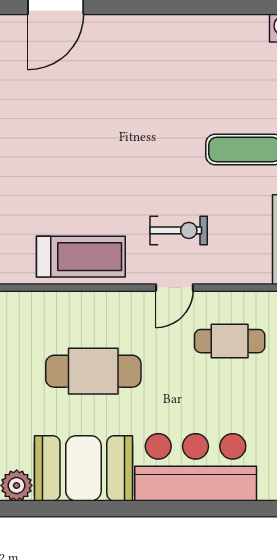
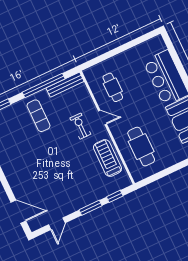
cafe table: (93, 371) -> (141, 147), moved

